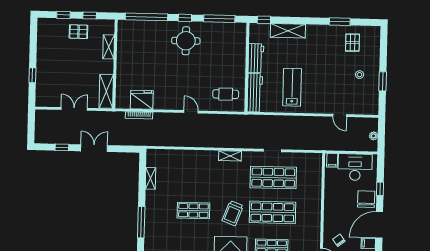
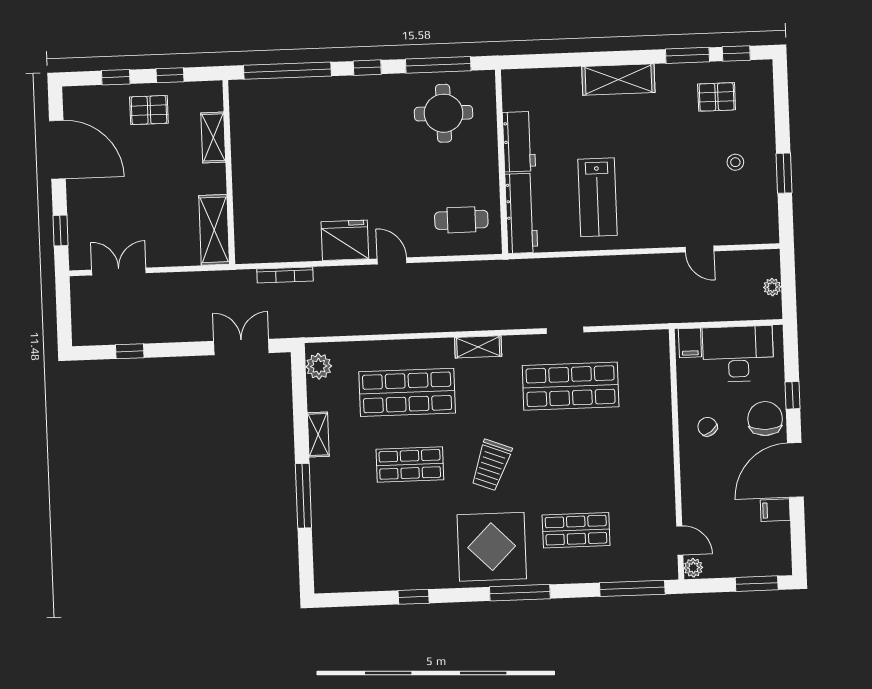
window: (264, 20) -> (736, 53), moved
shelving: (288, 31) -> (618, 79), moved
round table: (186, 41) -> (444, 113), moved
pallet: (352, 43) -> (717, 97), turned 90
door: (33, 48) -> (57, 150), added
window: (32, 75) -> (61, 230), moved
lab bench: (292, 87) -> (598, 197), turned 180
fridge: (142, 100) -> (345, 240), moved
double door: (74, 109) -> (119, 271), moved
double door: (94, 148) -> (241, 347), moved
plant: (153, 160) -> (319, 366), added
shelving: (151, 178) -> (318, 435), moved
shop shelf: (272, 212) -> (407, 392), moved
chair: (339, 240) -> (707, 427), moved

